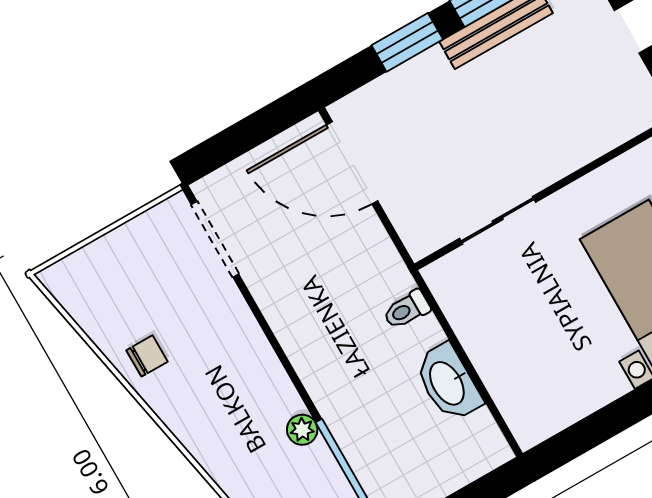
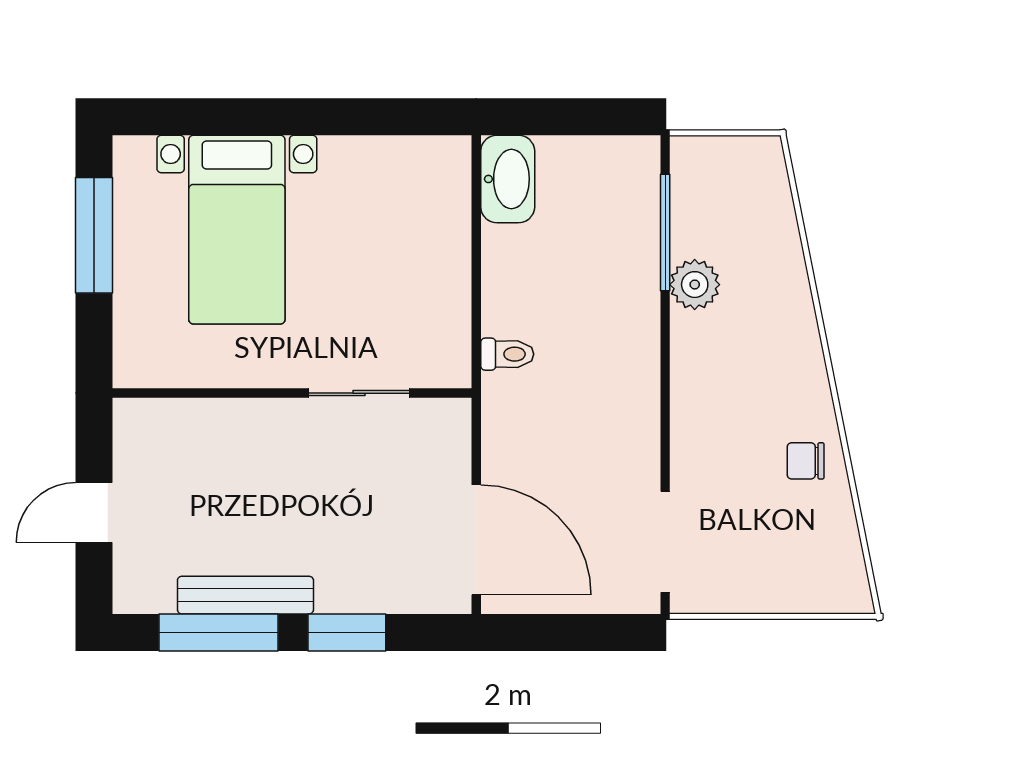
washbasin: (448, 383) -> (508, 179), moved
plant: (302, 430) -> (695, 285), width x1.38, depth x1.38

